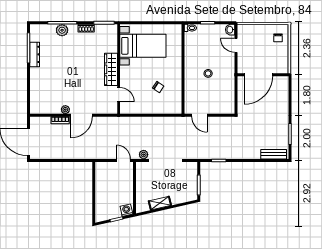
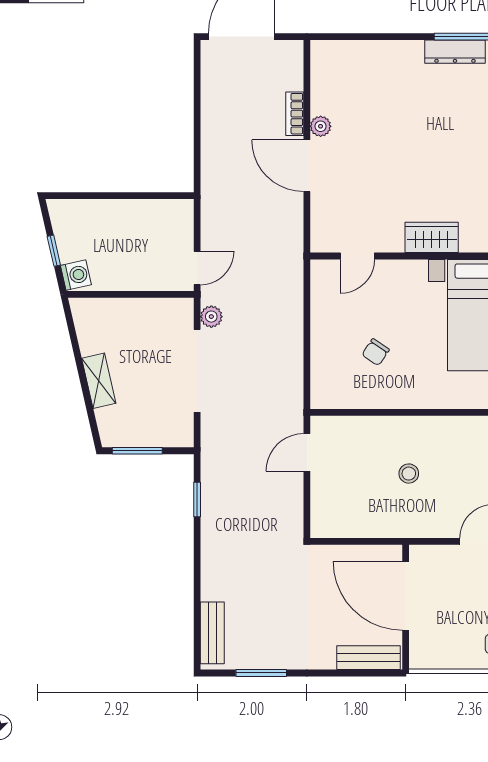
wardrobe: (111, 69) -> (432, 237), width x0.67
bench: (284, 90) -> (369, 658), added
shelving: (160, 203) -> (99, 381), moved

